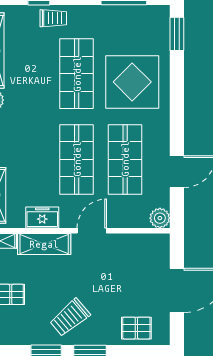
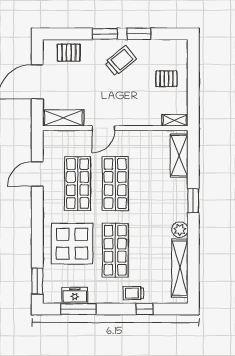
freezer: (42, 218) -> (75, 295), moved, turned 180
plant: (160, 218) -> (51, 138), removed
shelving: (44, 244) -> (63, 118), moved

